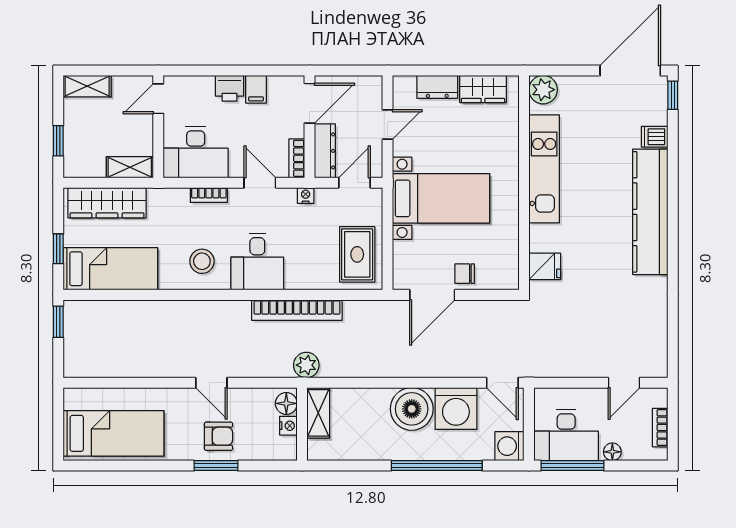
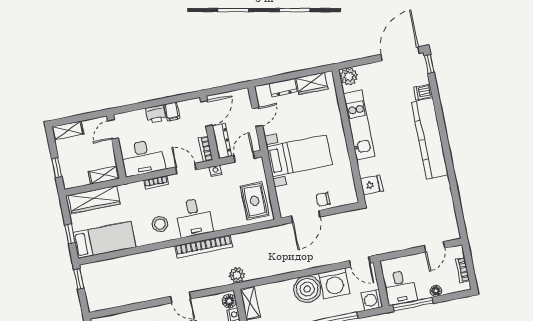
bookcase: (297, 310) -> (204, 246), moved
desk: (566, 435) -> (400, 287), width x0.73

